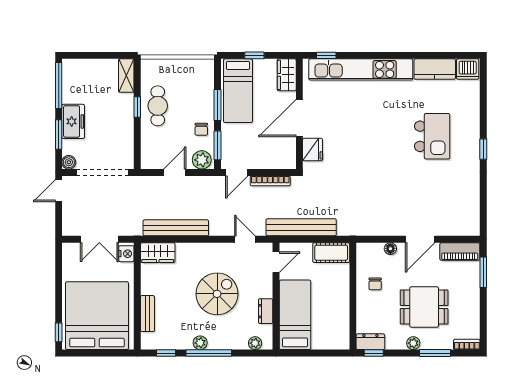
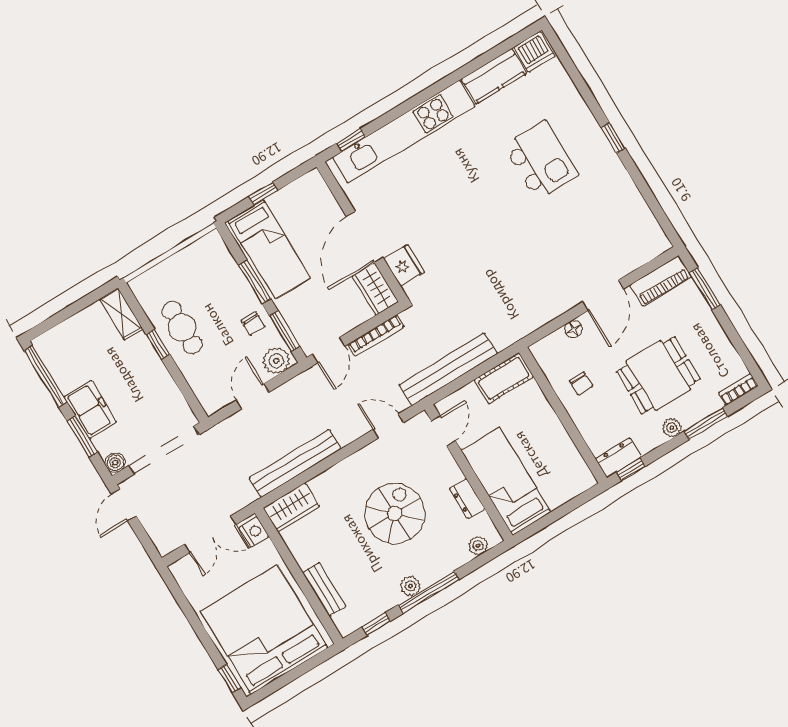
wardrobe: (287, 75) -> (375, 289), moved

